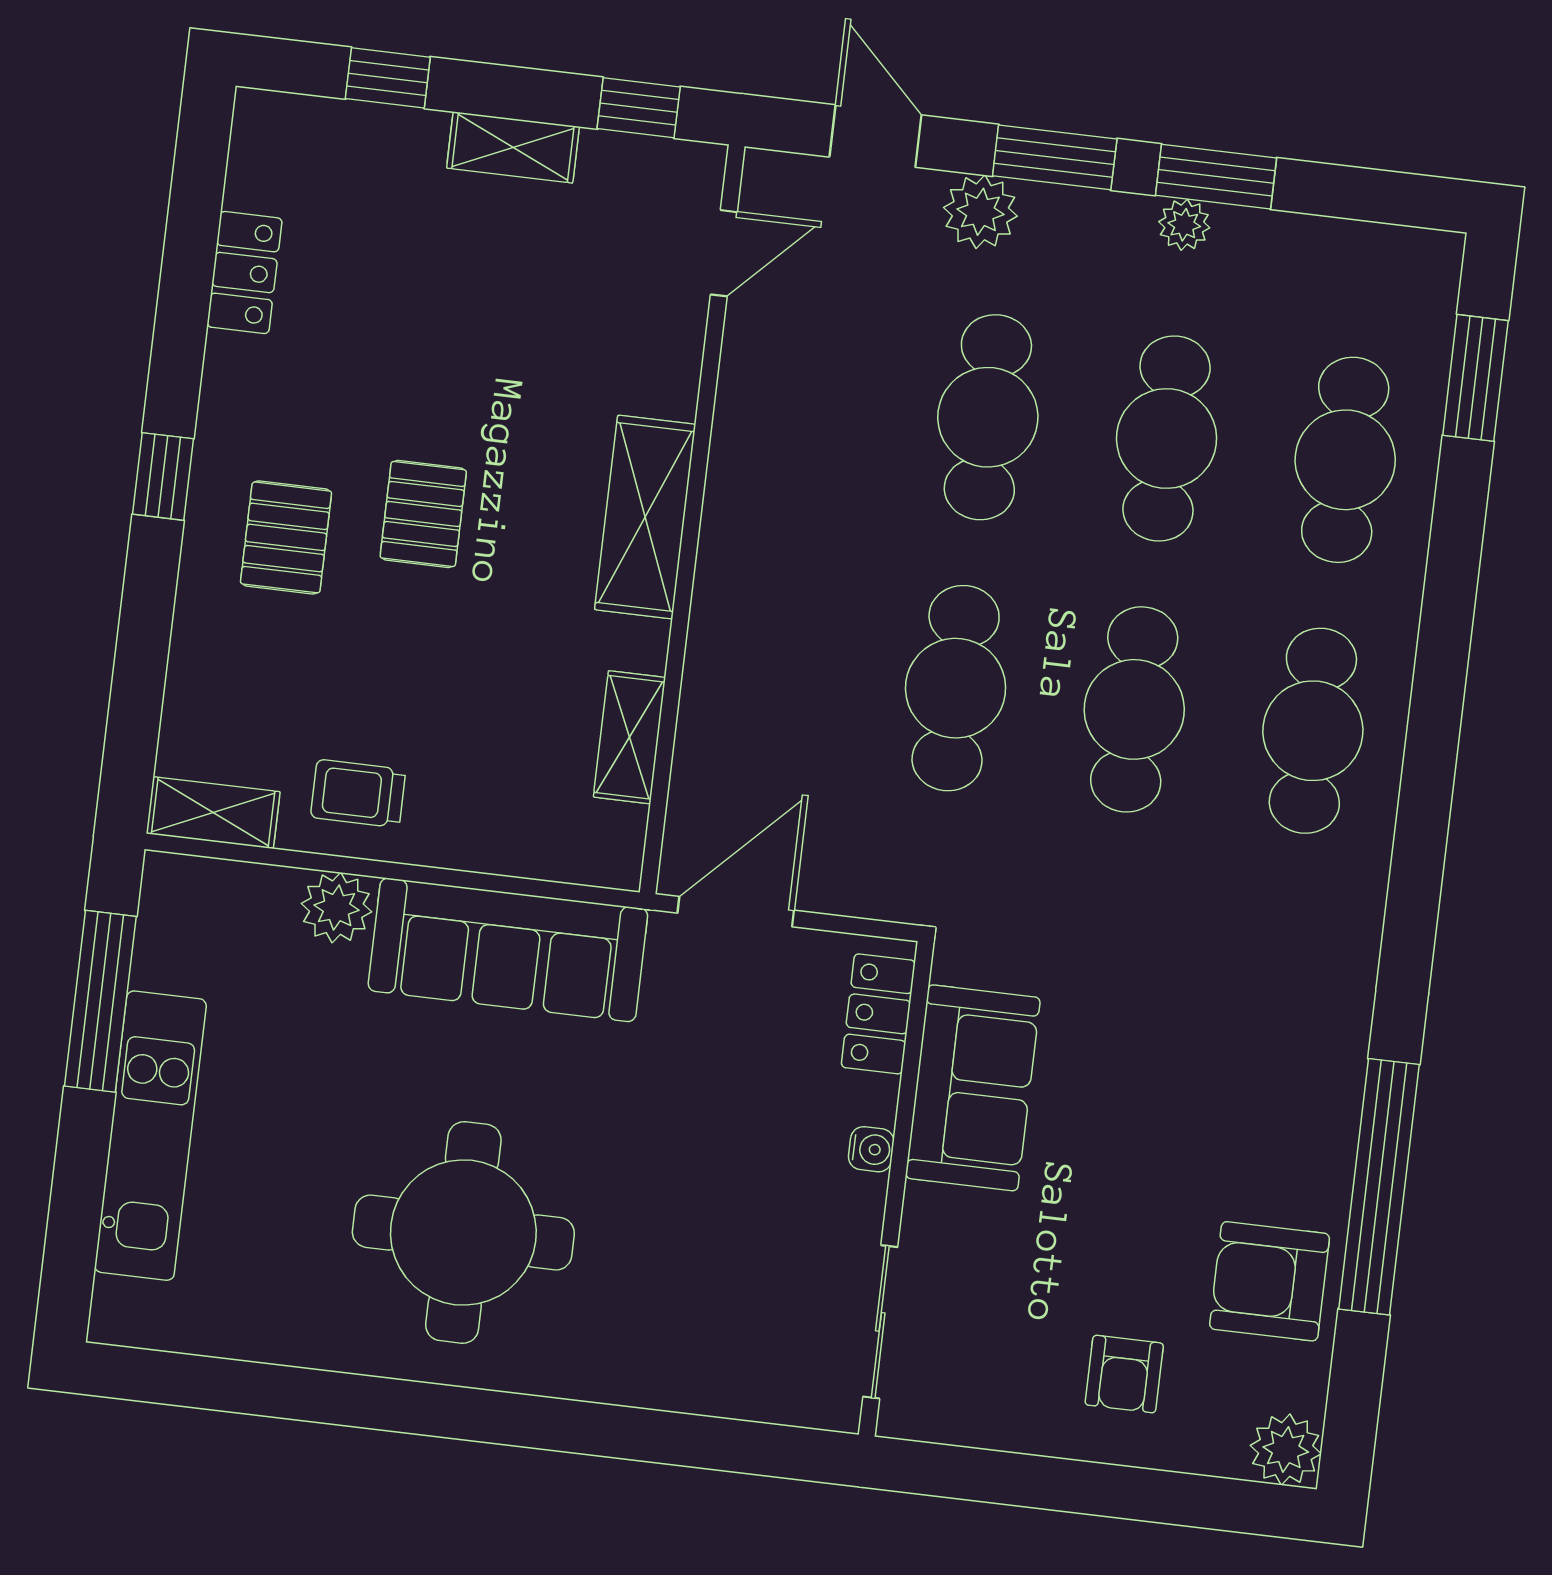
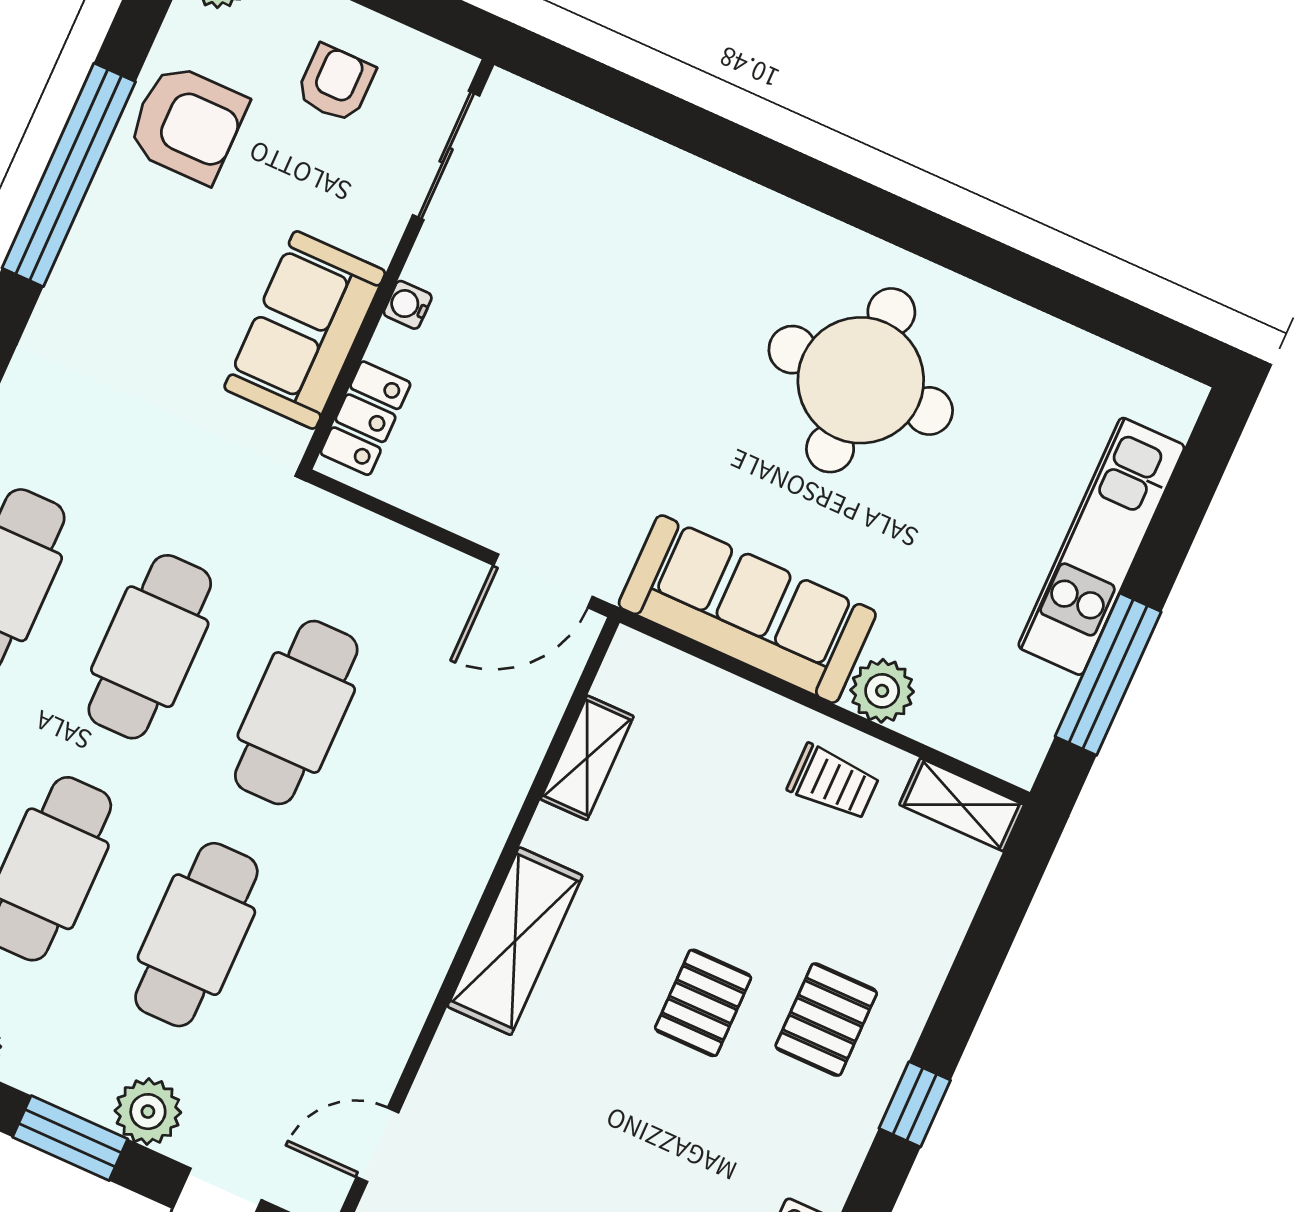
locker: (878, 1014) -> (365, 418), moved
sofa: (973, 1088) -> (305, 330), moved
water cooler: (871, 1149) -> (408, 305), moved
wall: (896, 1189) -> (397, 264), moved
sliding door: (880, 1322) -> (446, 155), moved

